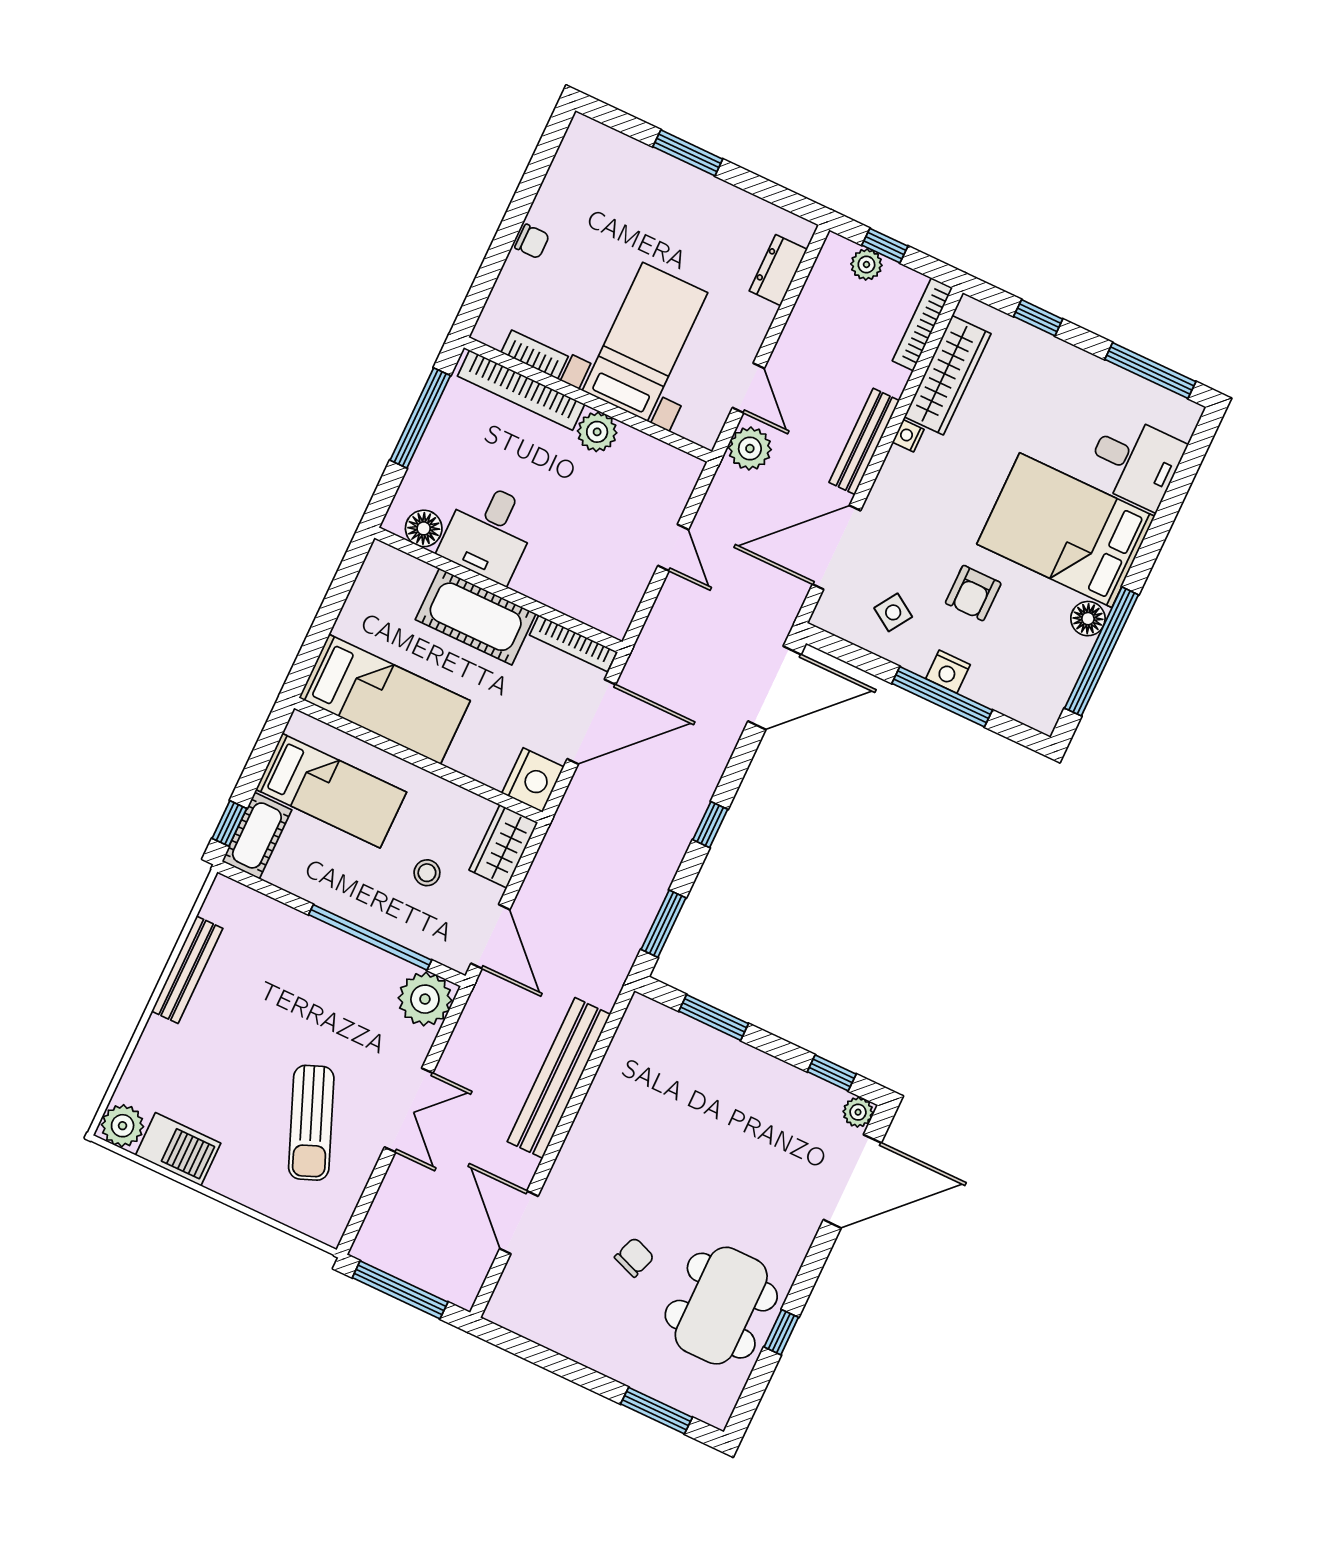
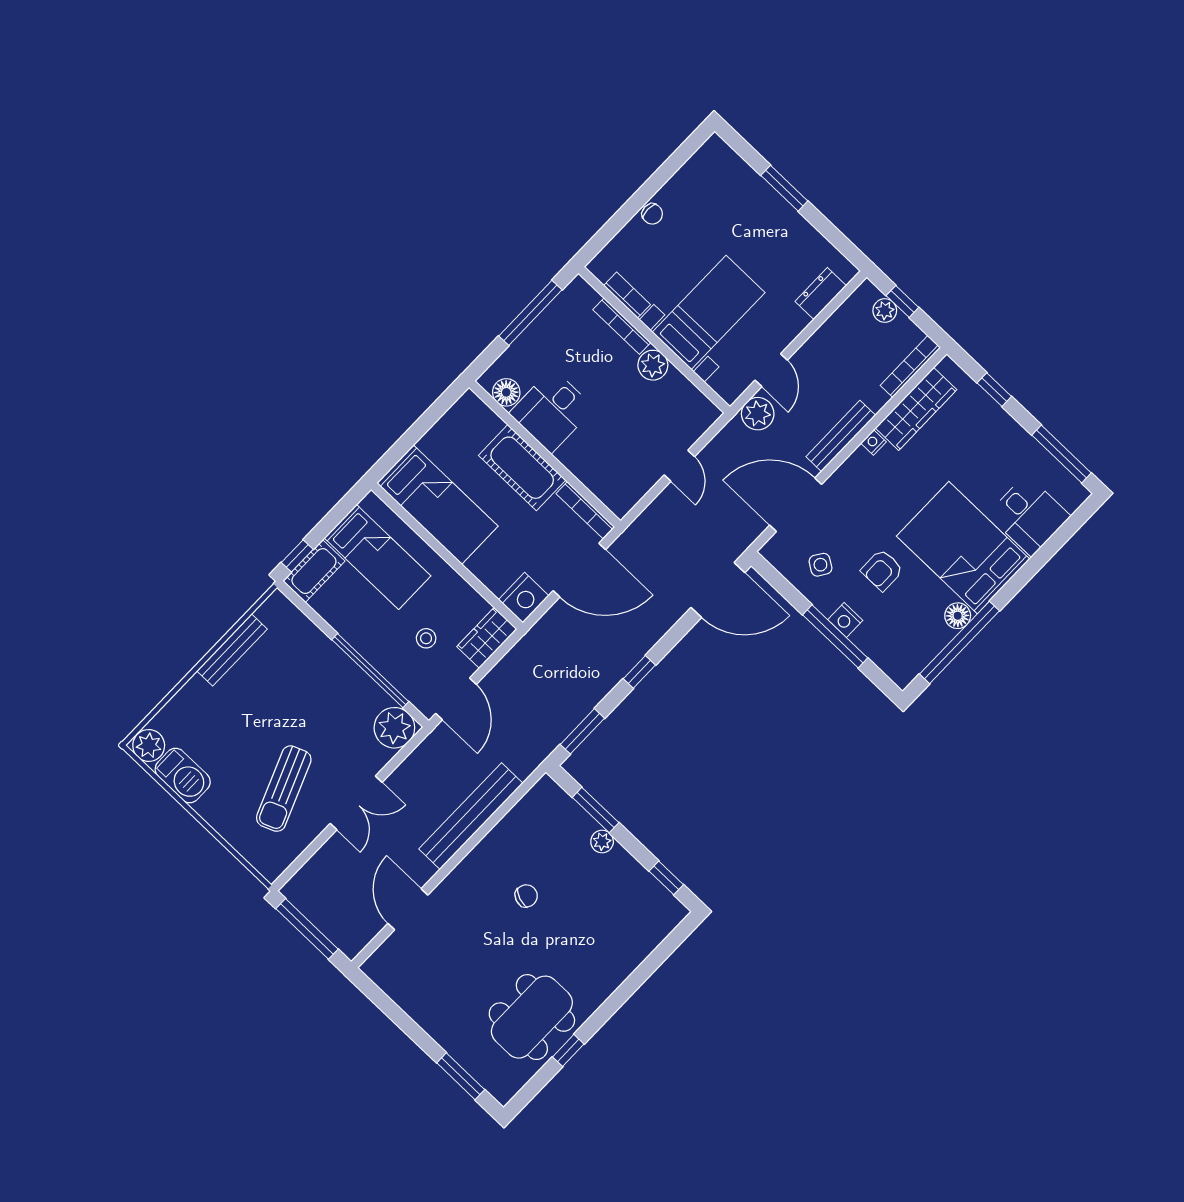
bookcase: (521, 390) -> (622, 326), width x0.68, depth x0.76
plant: (858, 1112) -> (602, 842), moved
door: (852, 1181) -> (655, 960), removed
chair: (634, 1257) -> (526, 896), moved

